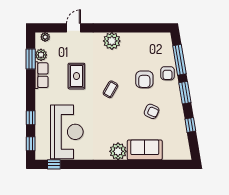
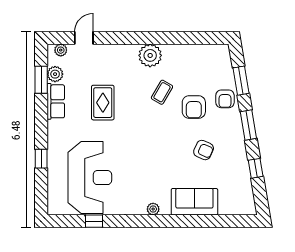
door: (74, 28) -> (84, 38), moved
window: (179, 60) -> (241, 81), width x0.69
coffee table: (110, 89) -> (162, 92), moved
window: (31, 144) -> (41, 193), removed
plant: (118, 151) -> (153, 209), width x0.53, depth x0.53
window: (54, 164) -> (94, 221), moved

